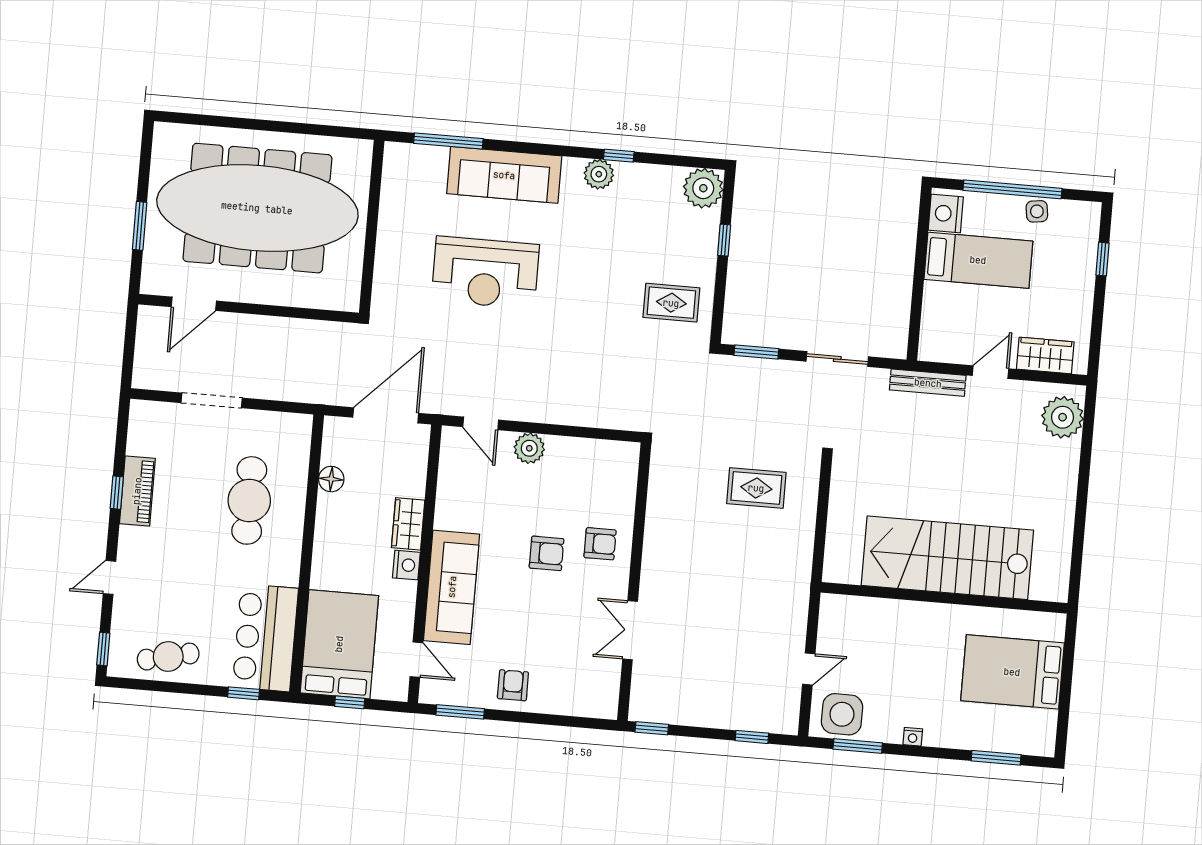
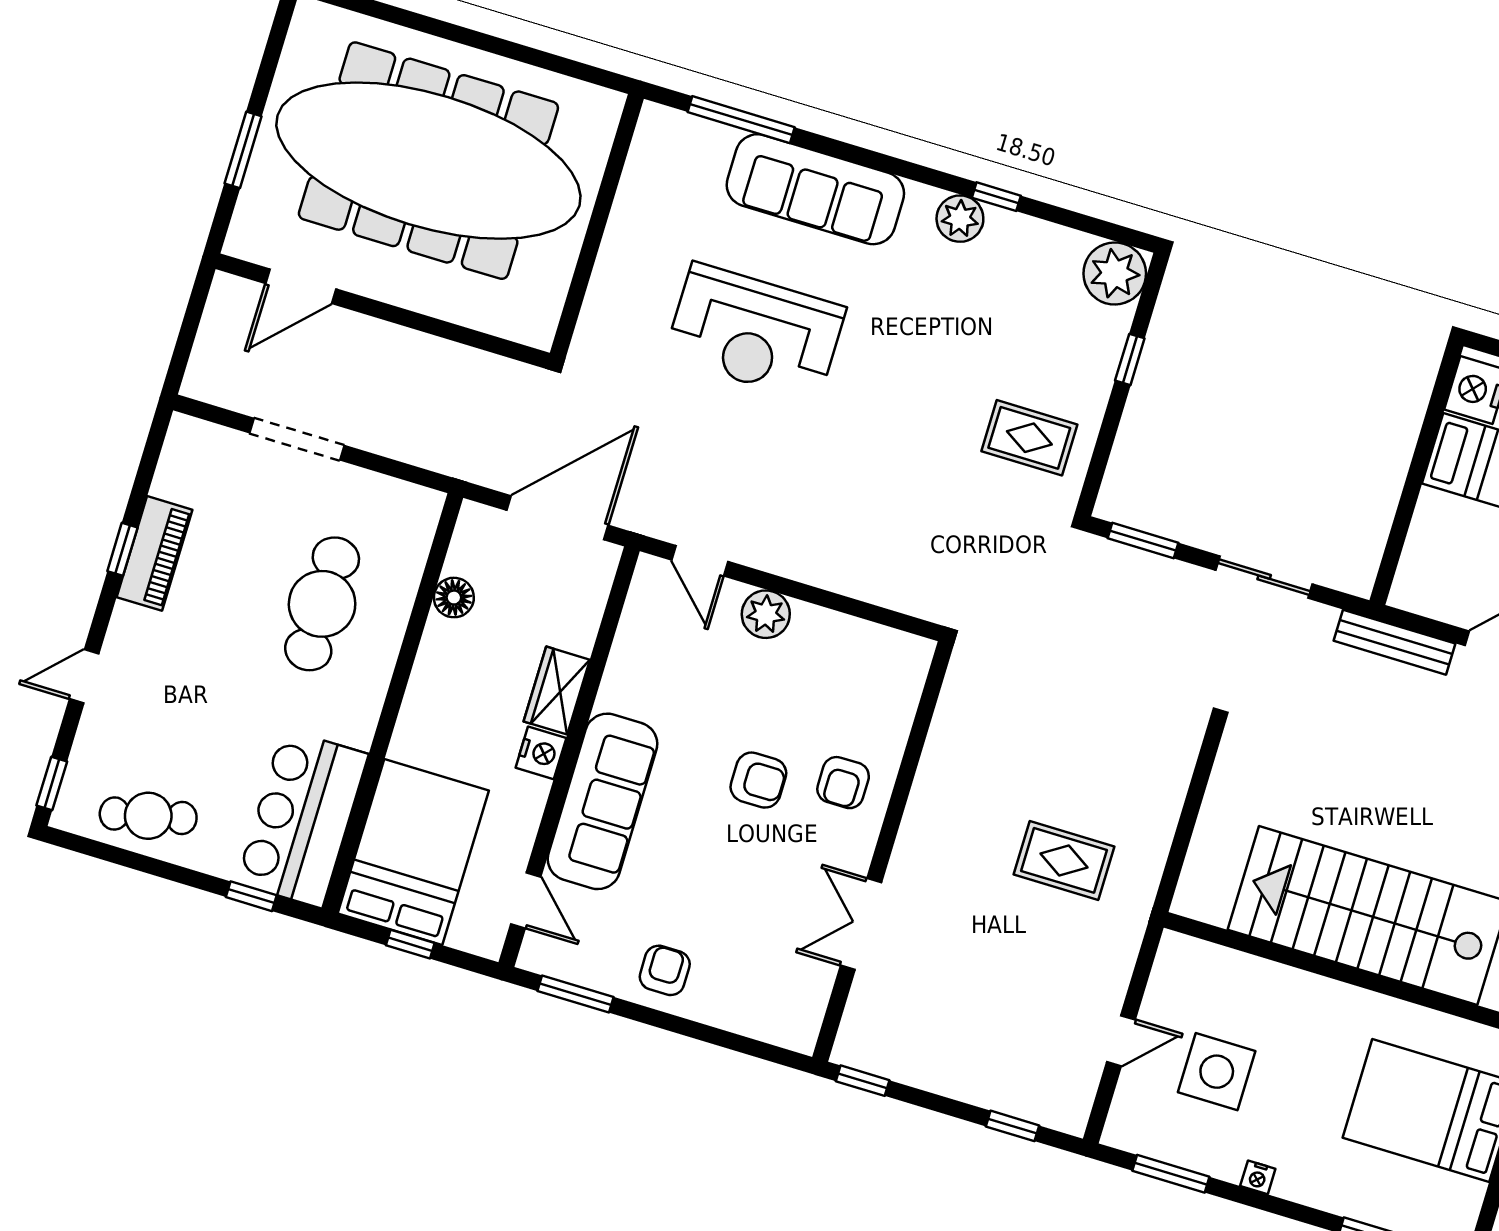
rug: (756, 488) -> (1064, 860), moved
armchair: (600, 544) -> (843, 783), turned 90
side table: (842, 714) -> (1217, 1072), moved

